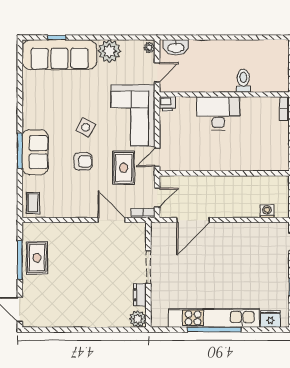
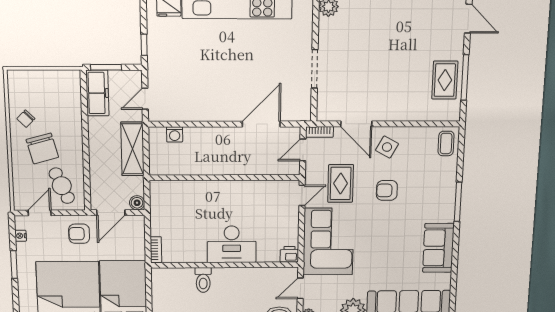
side table: (86, 127) -> (387, 147), moved
sofa: (35, 152) -> (438, 248), moved
dresser: (140, 295) -> (325, 36), removed

